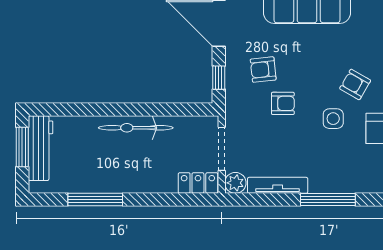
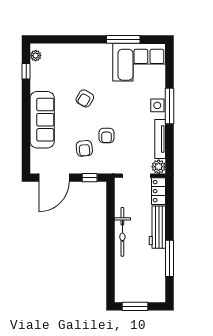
armchair: (355, 84) -> (85, 98), moved
armchair: (283, 103) -> (106, 136), turned 180
side table: (333, 119) -> (157, 105), moved
workbench: (41, 148) -> (157, 227), moved, turned -90

